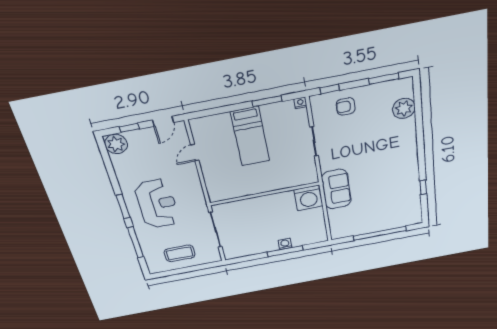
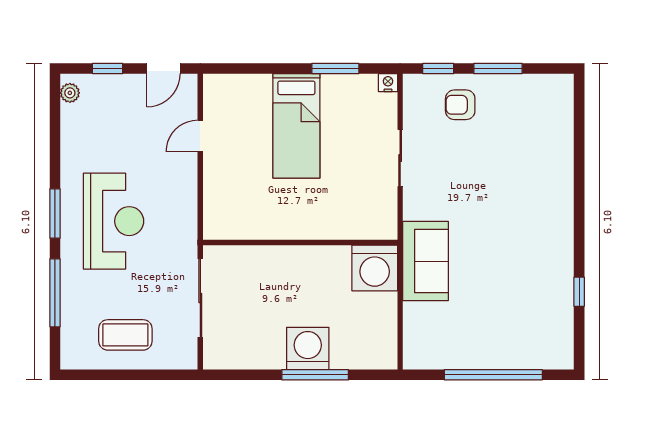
window: (384, 79) -> (498, 69), moved
plant: (404, 108) -> (555, 129), removed
plant: (116, 144) -> (70, 93), width x0.53, depth x0.53
washing machine: (285, 244) -> (308, 348), width x1.89, depth x1.89

